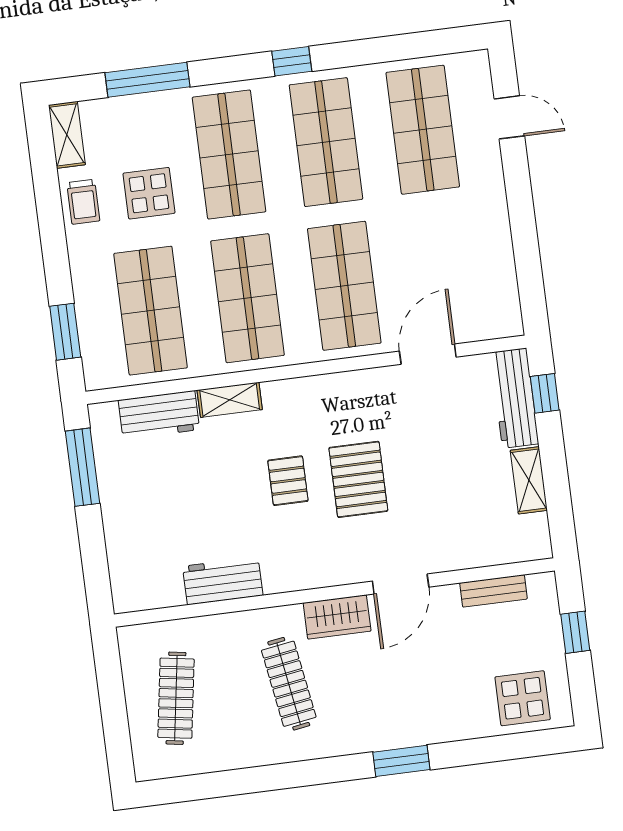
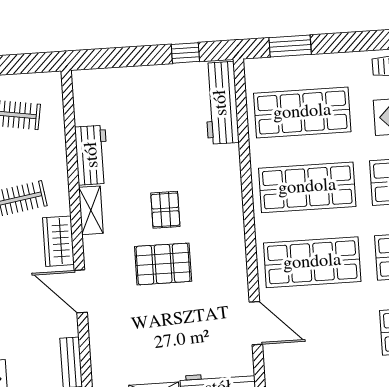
shelving: (230, 400) -> (91, 210), moved
workbench: (159, 415) -> (221, 103), width x1.37
window: (83, 467) -> (185, 53), width x0.46
pallet: (288, 481) -> (165, 210), turned 90

